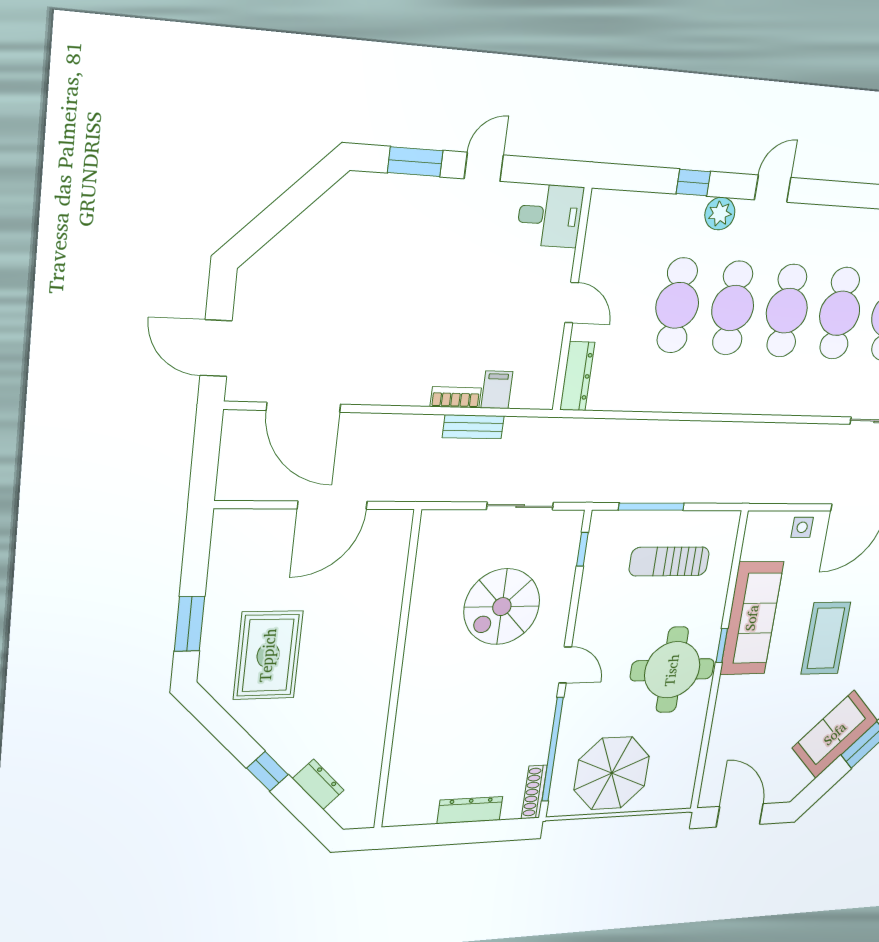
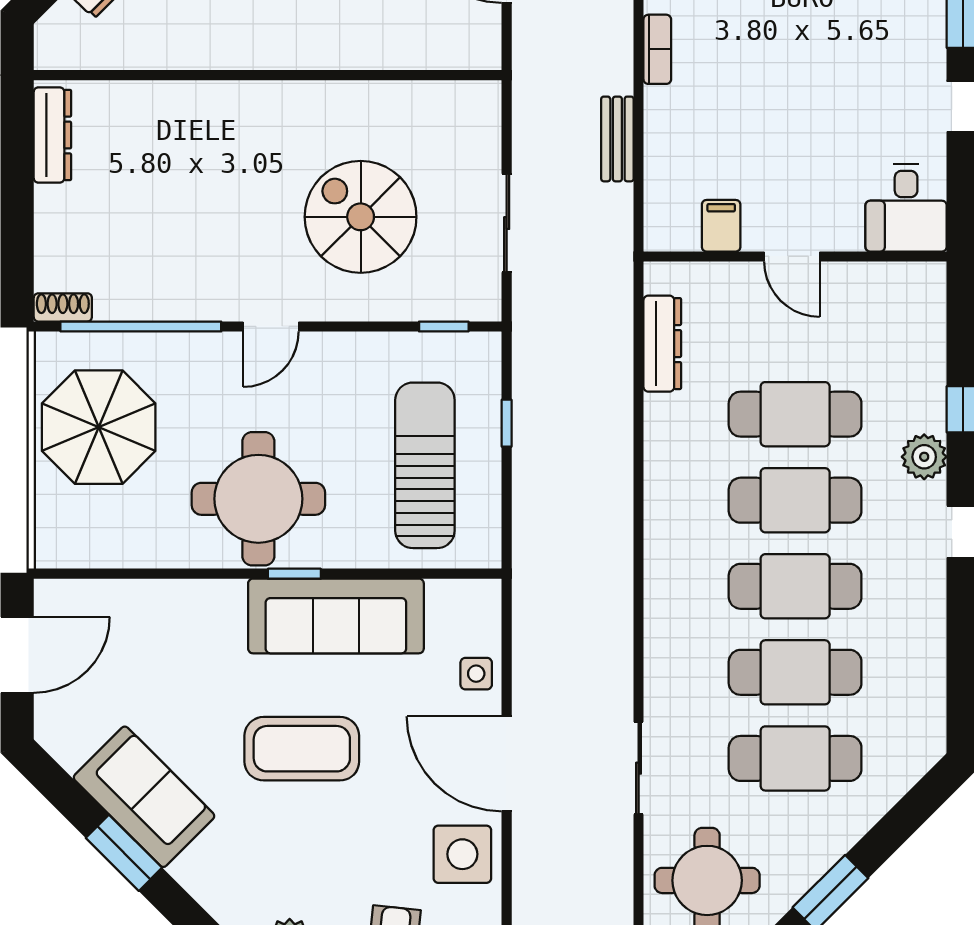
door: (572, 303) -> (792, 256), hinge flipped
dresser: (577, 376) -> (662, 344), moved, turned -90
filing cabinet: (497, 390) -> (721, 226), moved, turned -90
bookcase: (456, 397) -> (657, 49), moved
window: (651, 507) -> (507, 423), width x0.46
sun lounger: (669, 561) -> (425, 465), width x1.36, depth x1.34
shoe rack: (534, 792) -> (63, 307), width x0.70
dresser: (470, 810) -> (52, 135), moved

